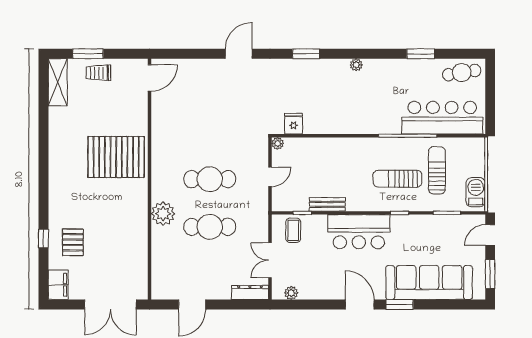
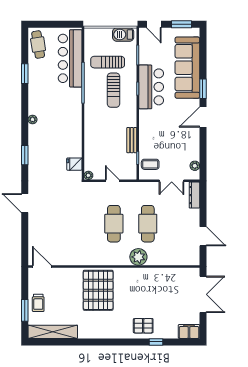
shelving: (58, 82) -> (53, 332), width x1.47
bar counter: (359, 232) -> (151, 87), moved
pallet: (73, 242) -> (143, 326), moved

